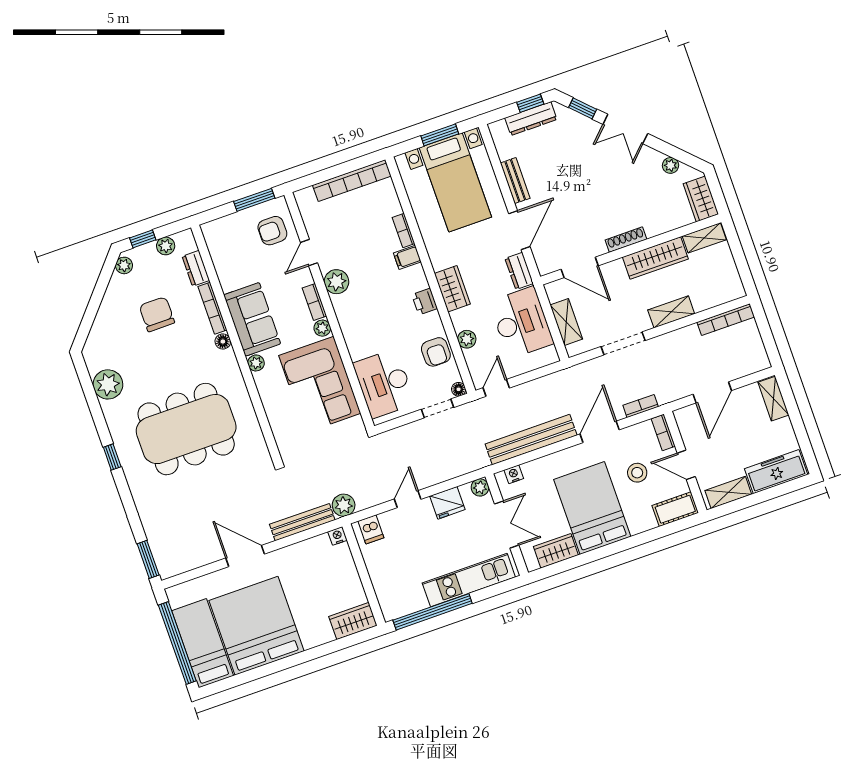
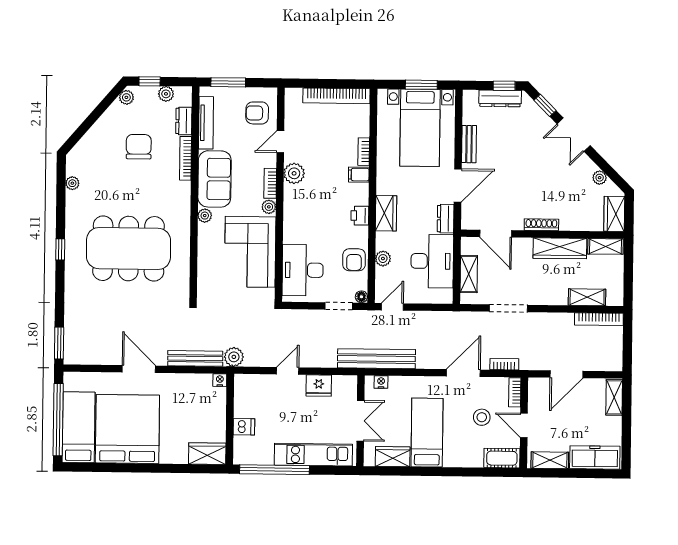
window: (254, 200) -> (228, 82), moved
tv unit: (221, 262) -> (206, 123), added
shelving: (671, 312) -> (587, 297), moved
floor lamp: (223, 341) -> (184, 188), removed
plant: (108, 384) -> (72, 183), width x0.53, depth x0.53
bench: (531, 440) -> (376, 359), moved
plant: (480, 487) -> (350, 383), removed
bed: (592, 508) -> (427, 433), width x0.67
dishwasher: (371, 529) -> (244, 427), moved, turned -90

